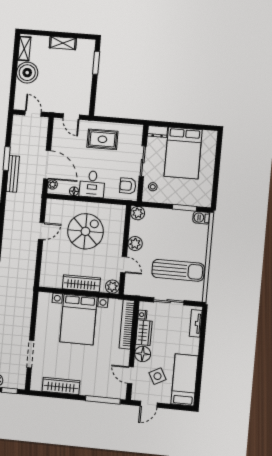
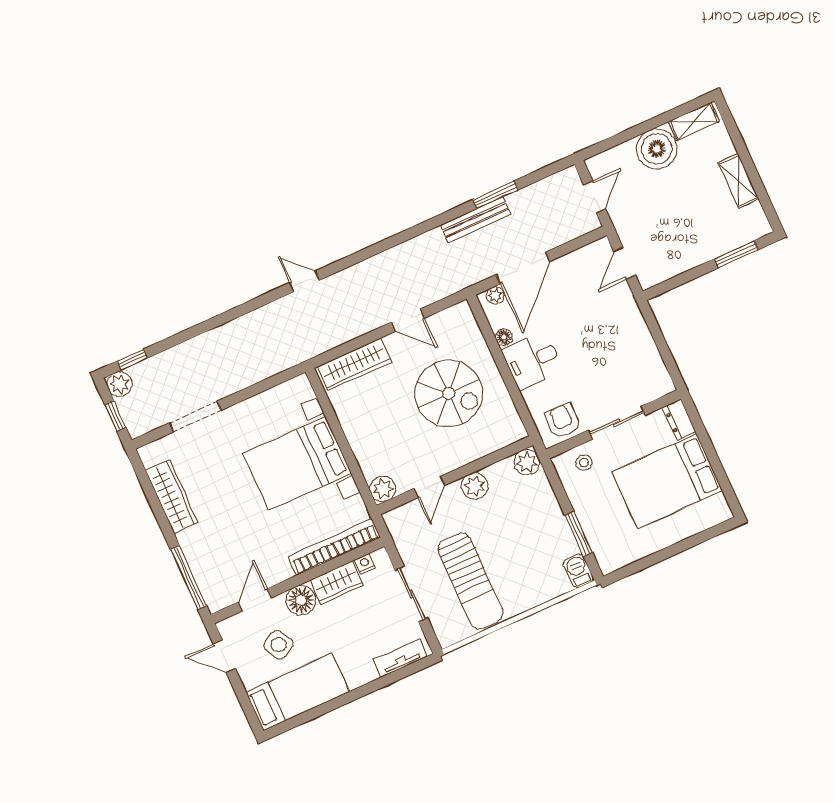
rug: (102, 139) -> (616, 336), removed
wardrobe: (81, 283) -> (355, 364), moved, turned 90

